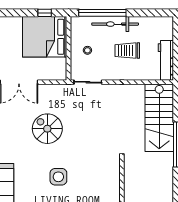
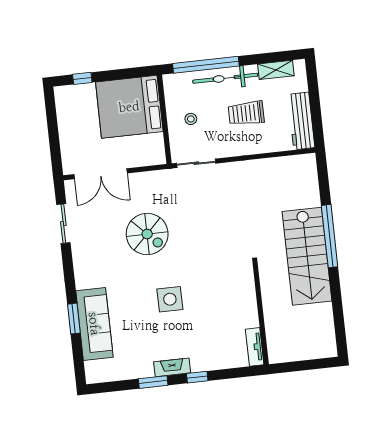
window: (45, 13) -> (82, 78), moved
shelving: (152, 22) -> (276, 70), added
stairs: (159, 118) -> (307, 256), moved
spiral stairs: (47, 129) -> (147, 234), turned 180

